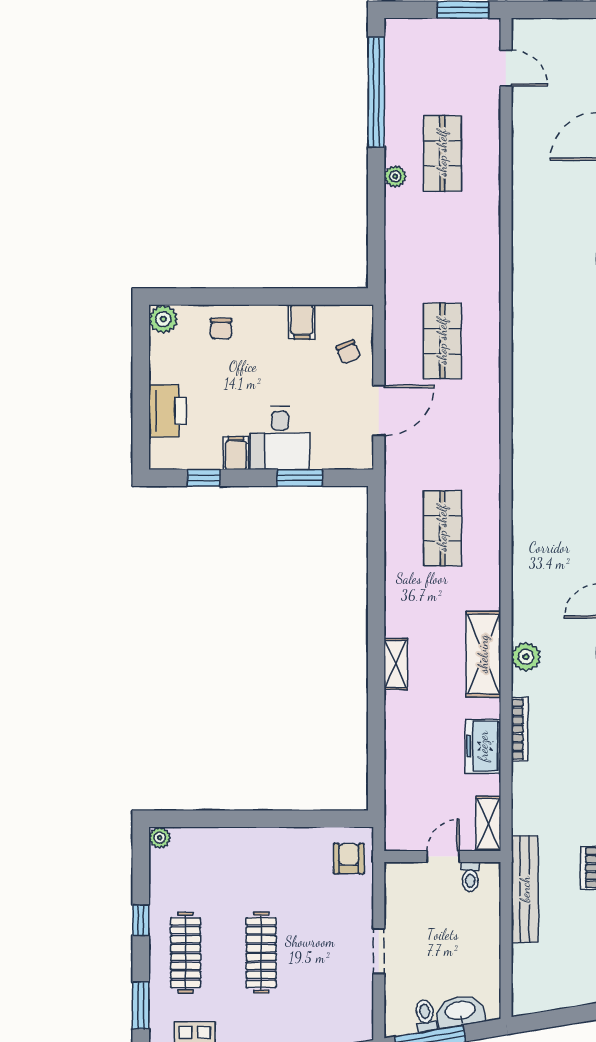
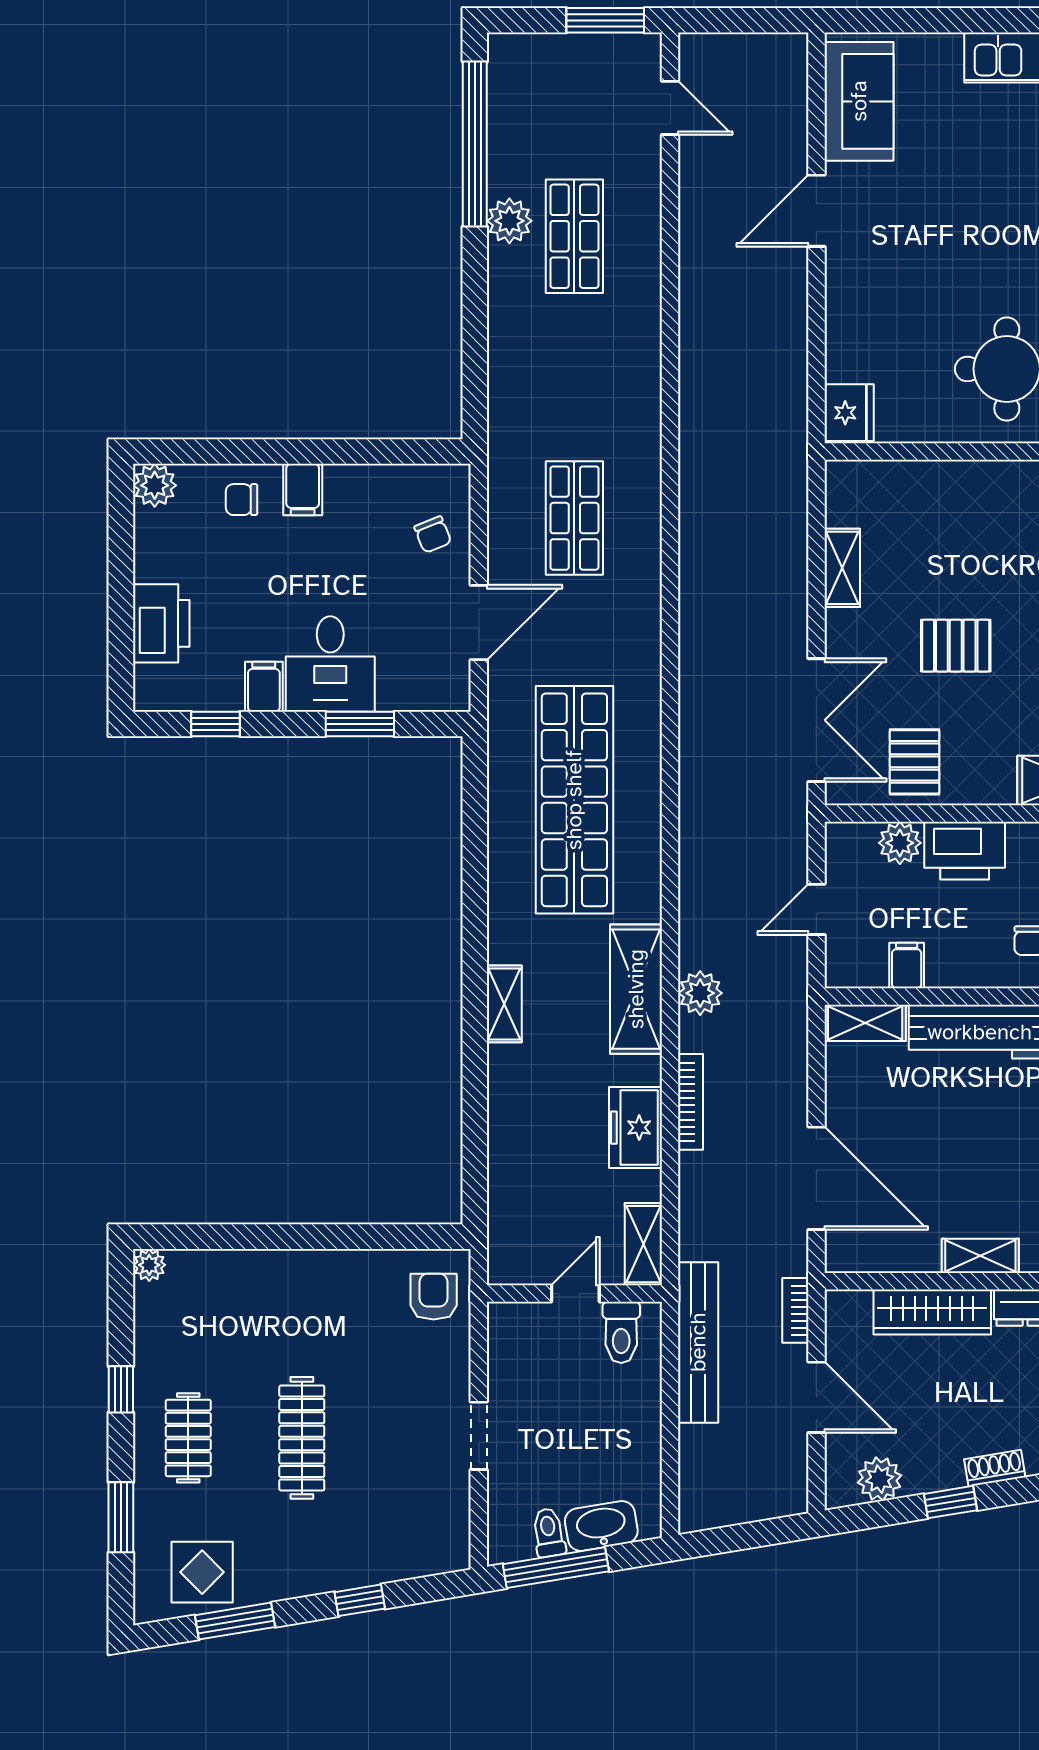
plant: (395, 176) -> (509, 221), moved, width x1.38, depth x1.38
filing cabinet: (302, 322) -> (303, 489), moved
chair: (221, 329) -> (242, 500), turned 90
shop shelf: (442, 528) -> (574, 800), width x2.00, depth x1.36
toilet: (470, 877) -> (621, 1332), width x1.37, depth x1.39
clothes rail: (186, 953) -> (188, 1438), width x0.73

